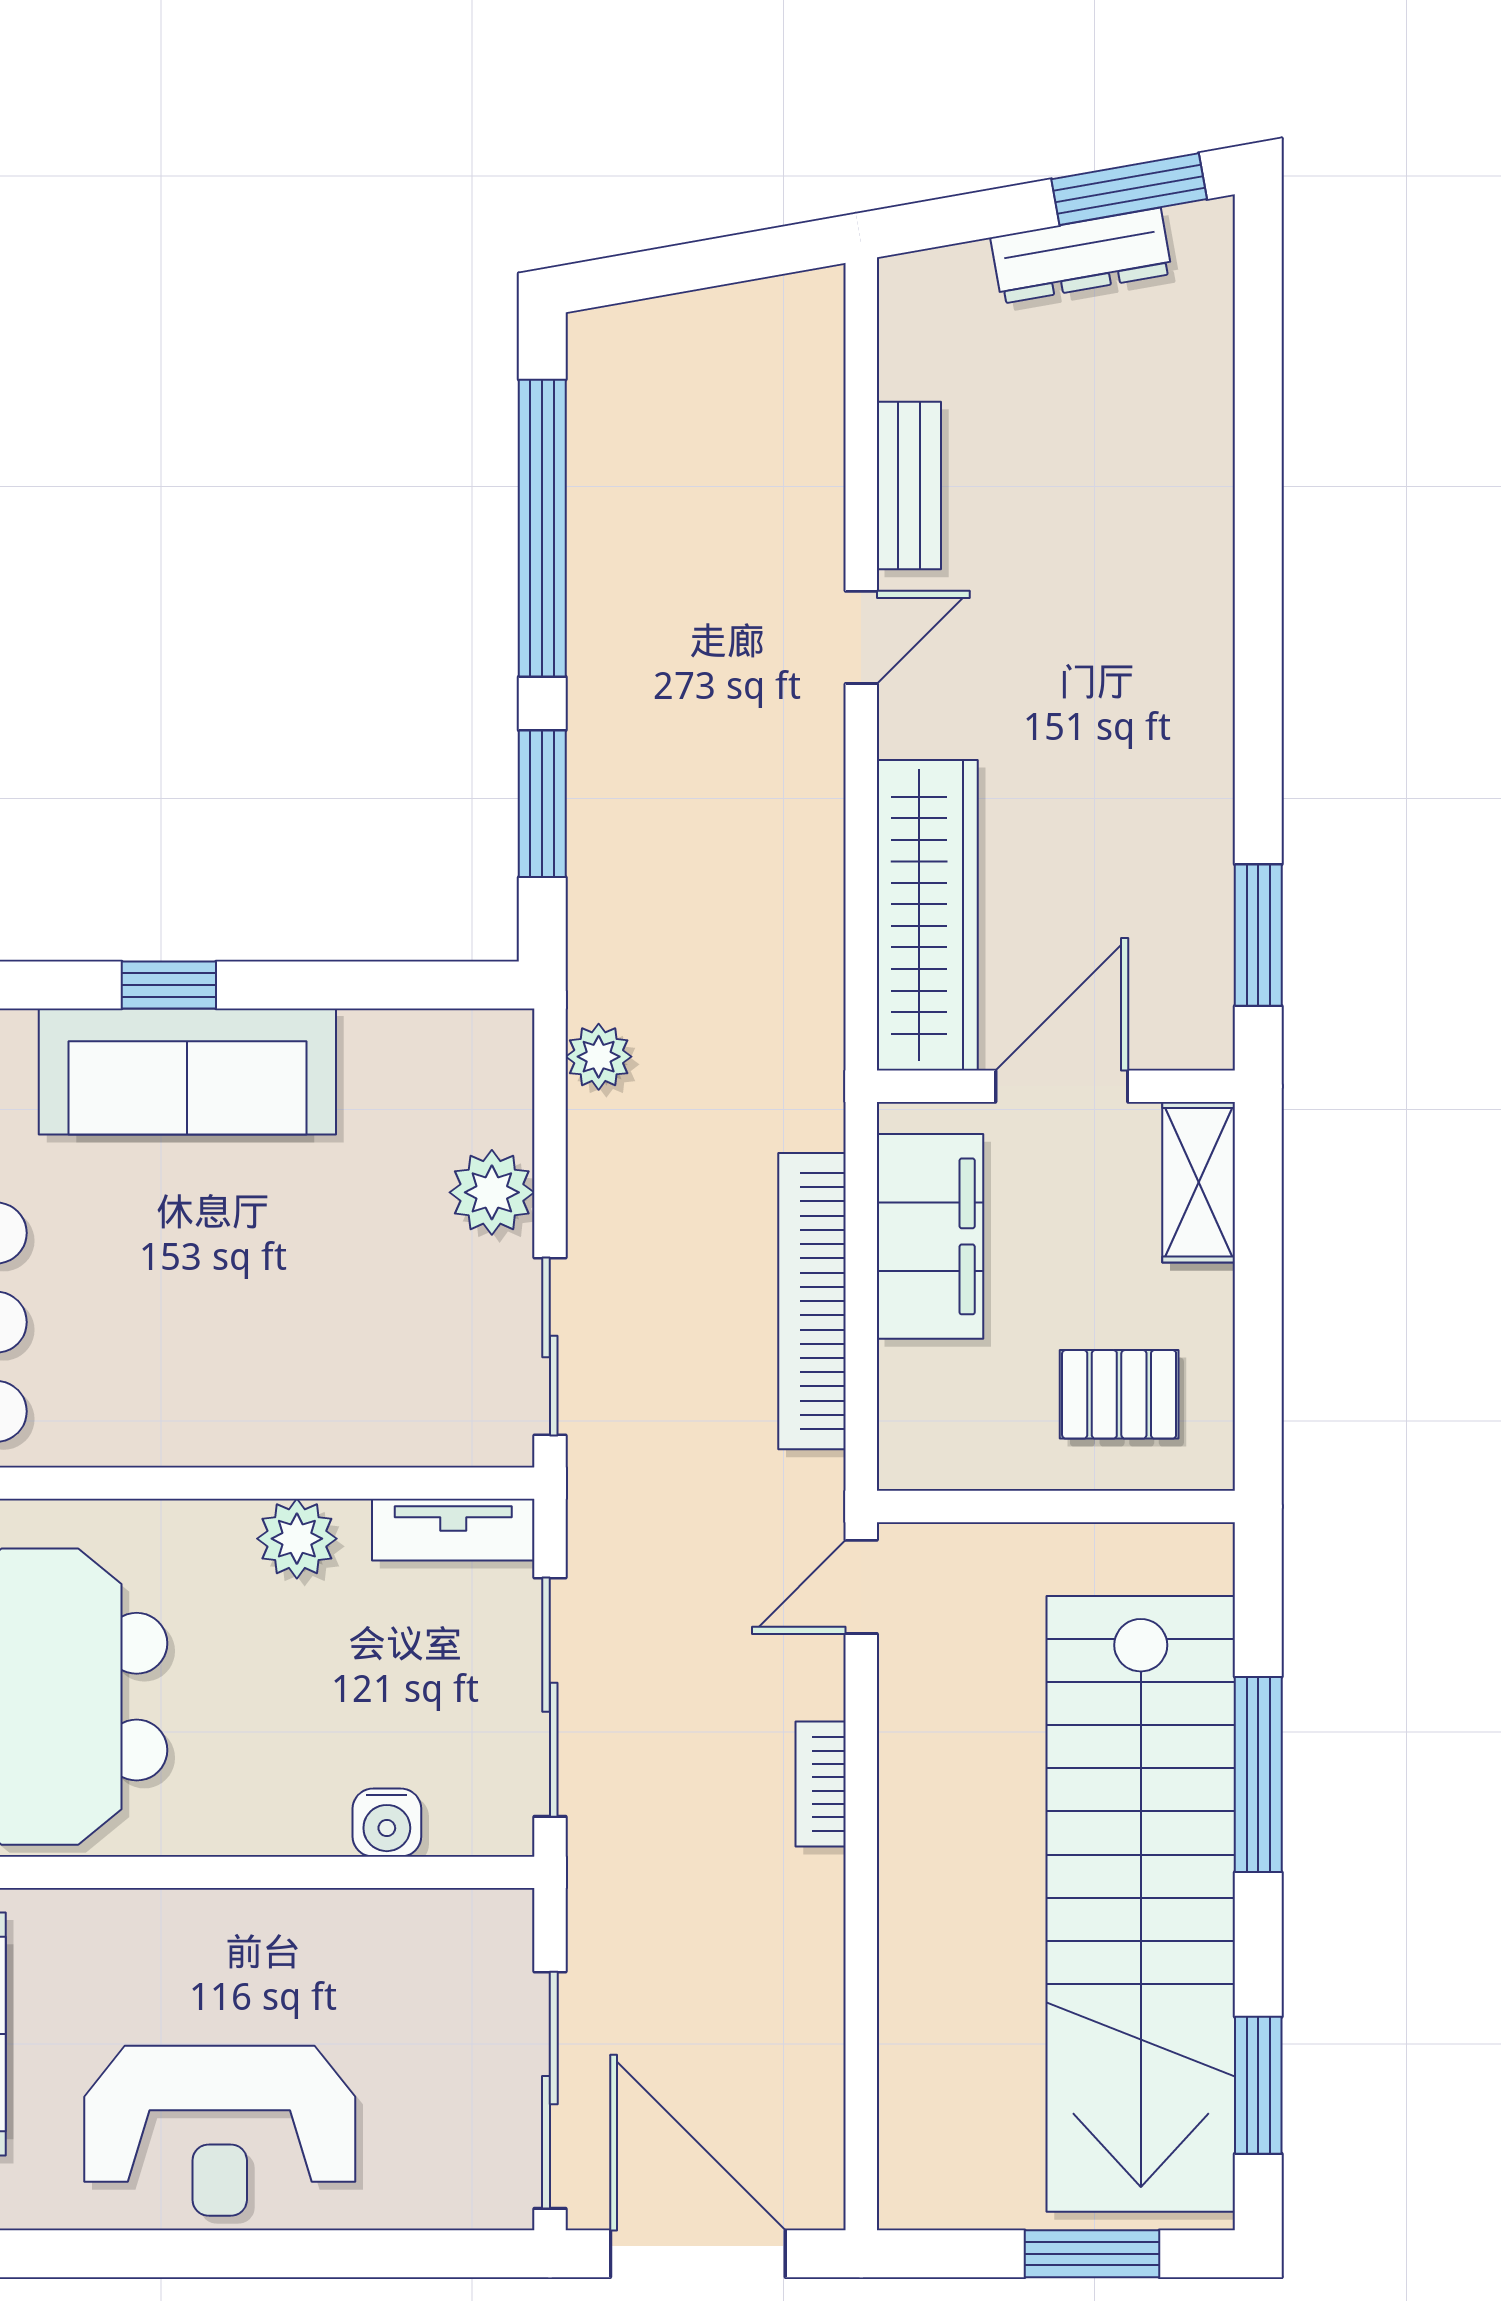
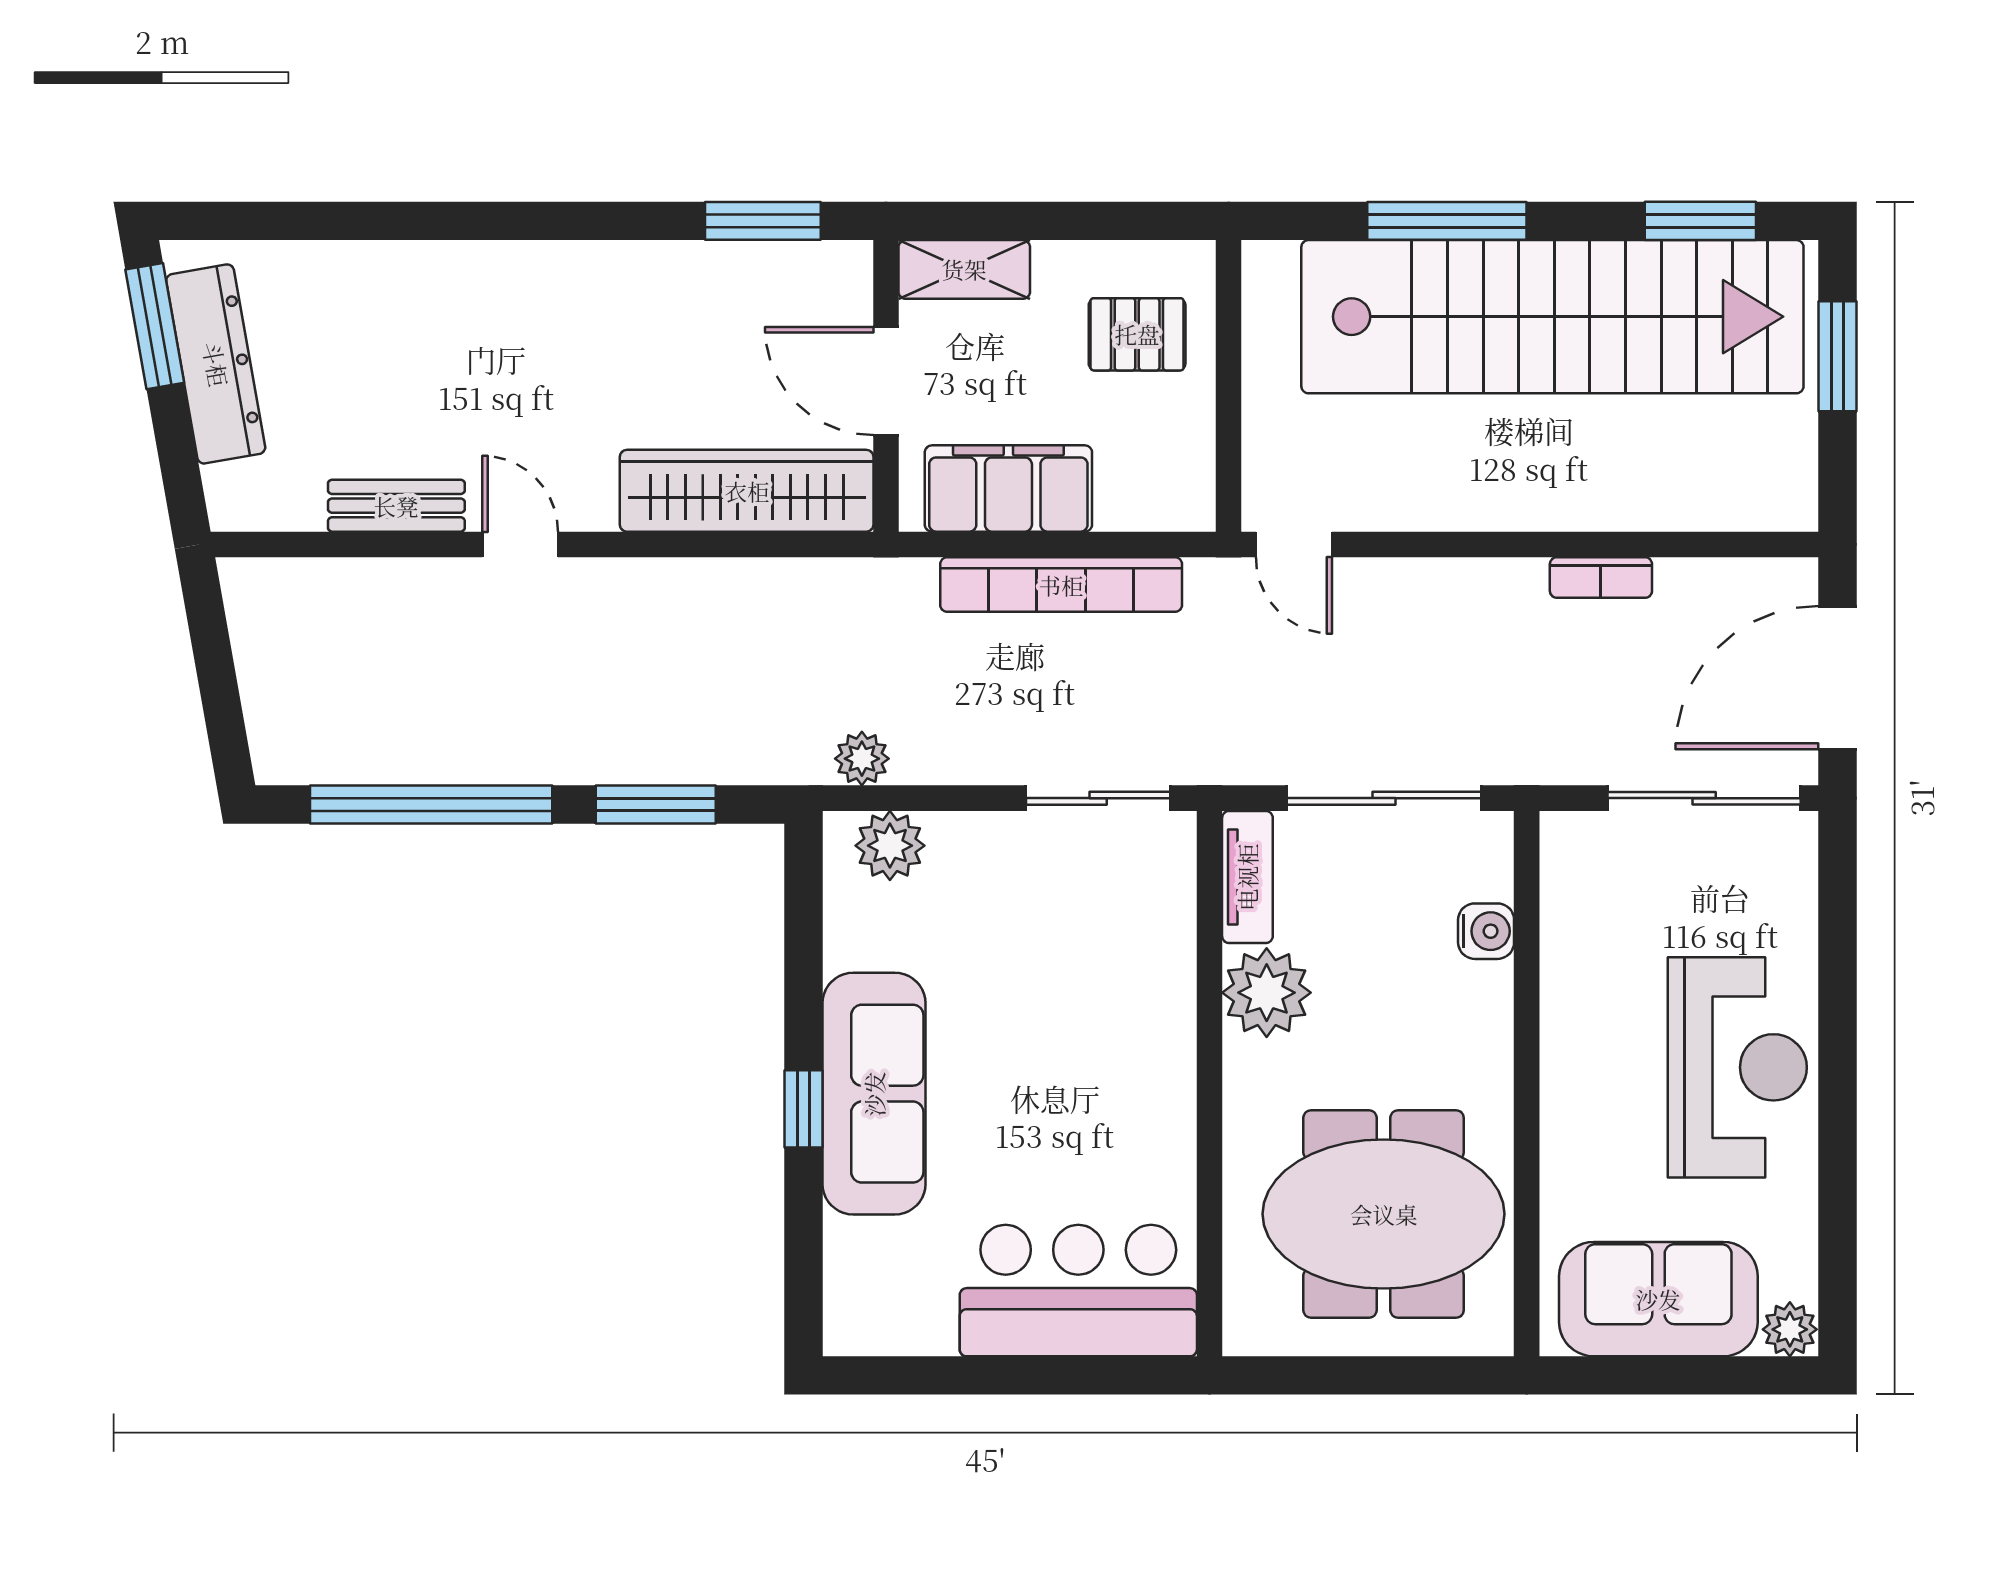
dresser: (1081, 256) -> (216, 364), width x1.37, depth x1.24
plant: (492, 1192) -> (890, 846), moved
pallet: (1119, 1394) -> (1137, 334), turned 90
plant: (297, 1539) -> (1267, 993), width x1.36, depth x1.36
bookcase: (821, 1784) -> (1601, 578), moved

